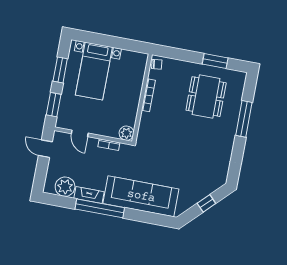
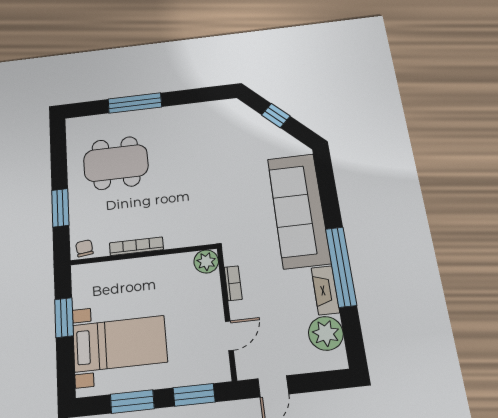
window: (119, 43) -> (64, 318), added
window: (215, 61) -> (60, 208), moved

